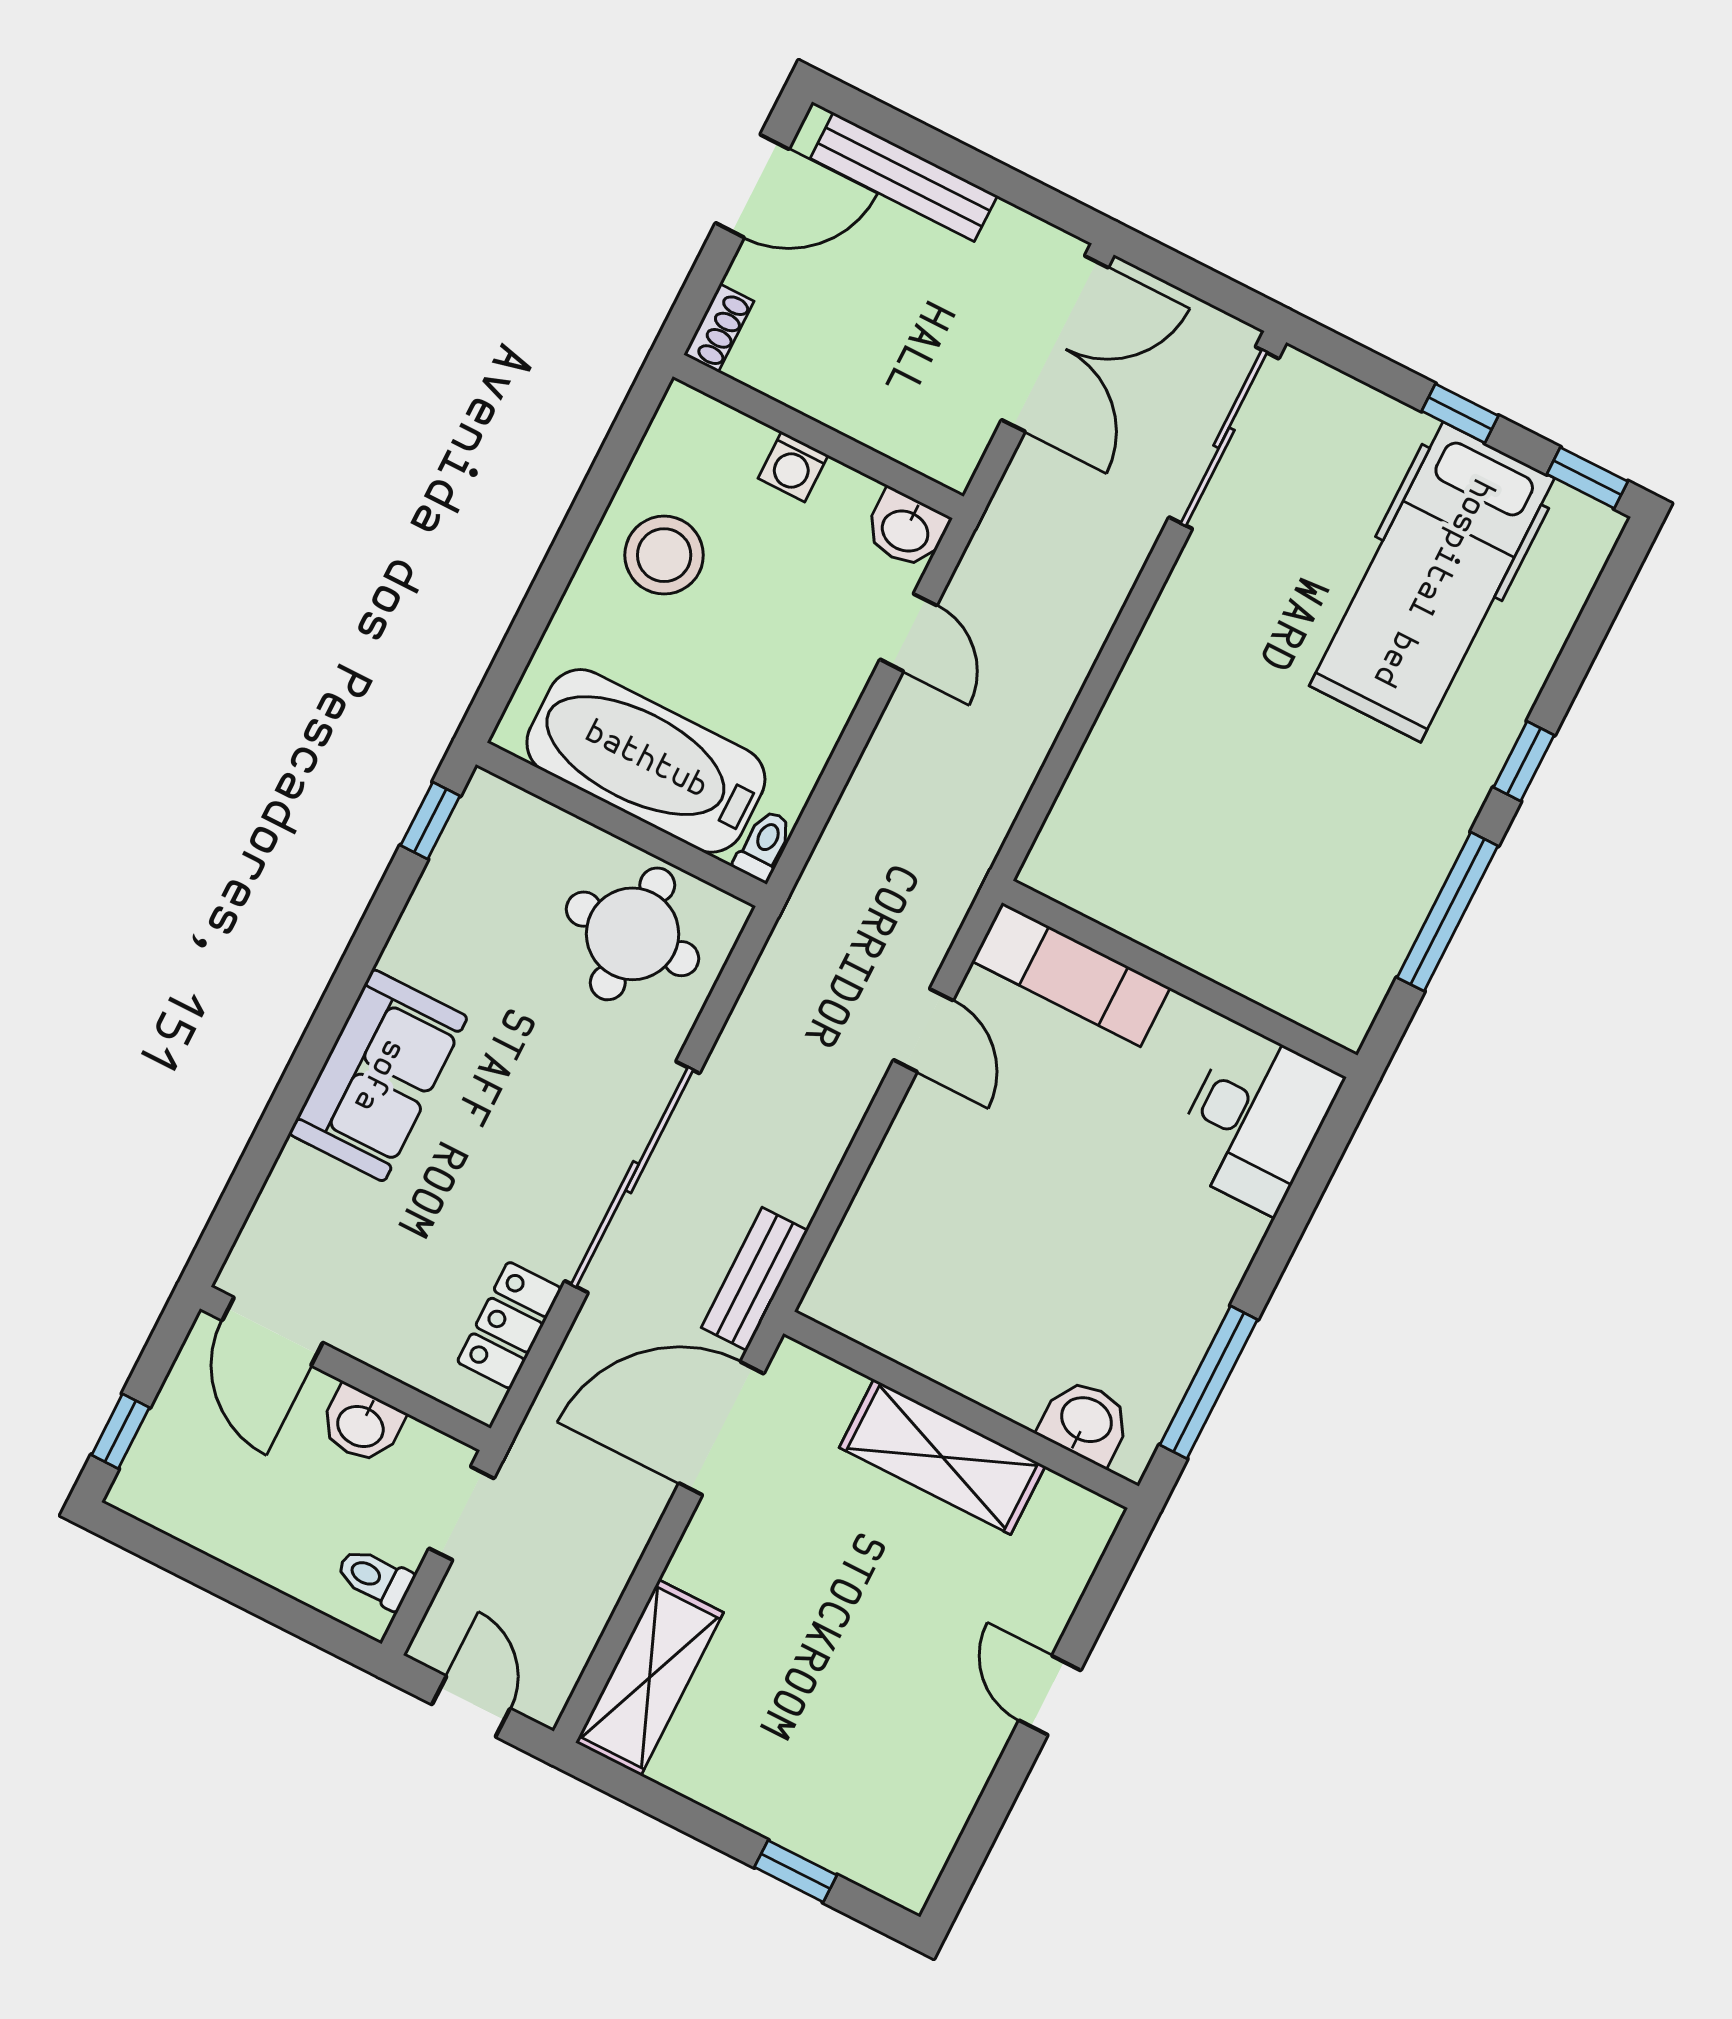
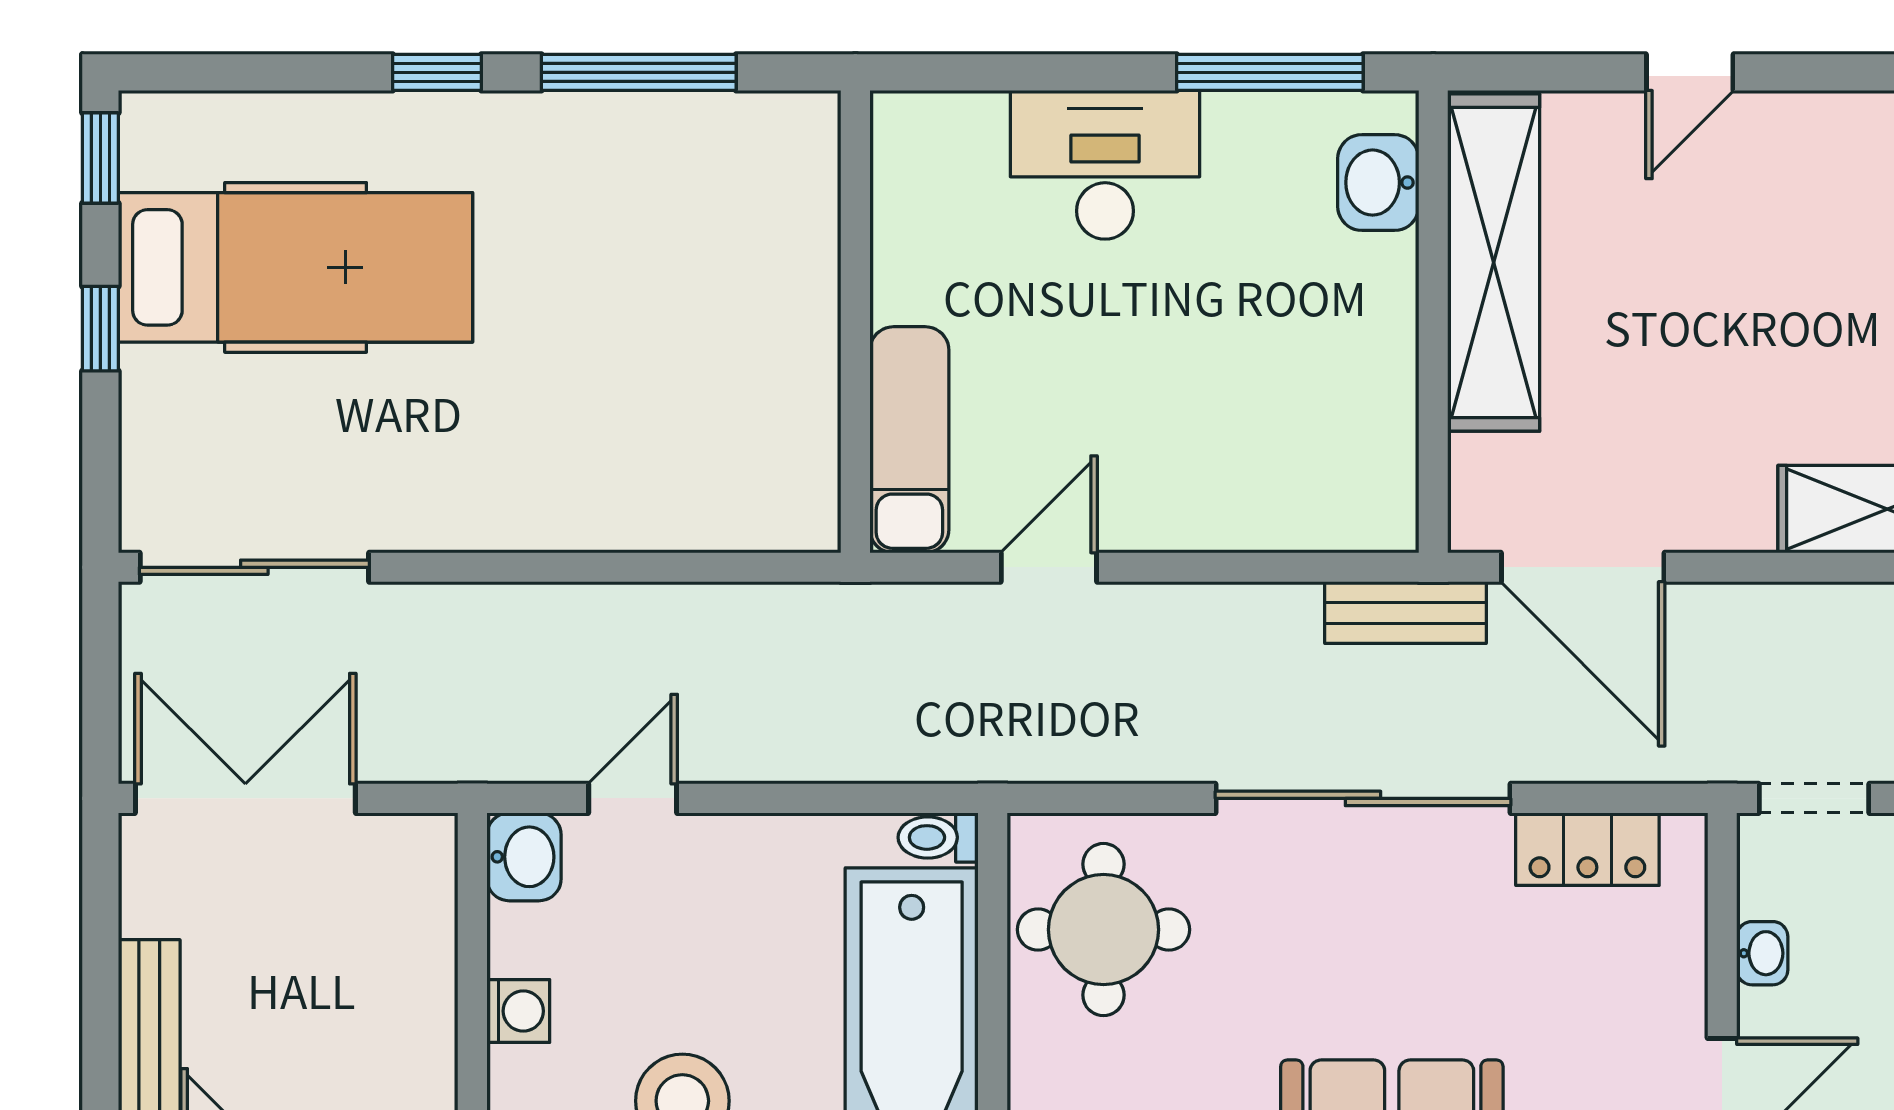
desk: (1255, 1120) -> (1105, 165), moved
washbasin: (361, 1425) -> (1762, 953), width x0.72, depth x0.69
shelving: (942, 1457) -> (1494, 263), width x1.47

